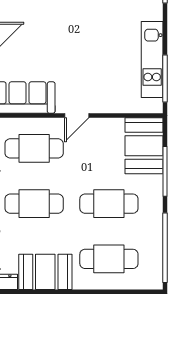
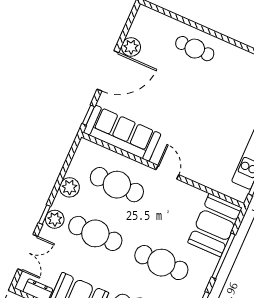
door: (77, 116) -> (167, 172), swing flipped

